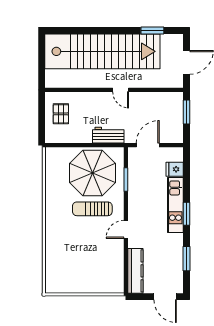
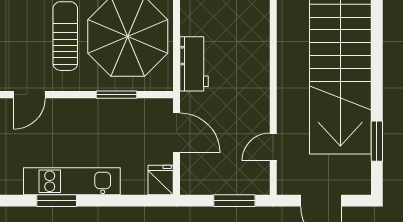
door: (121, 90) -> (273, 147), moved
fridge: (175, 169) -> (161, 180), moved
door: (126, 229) -> (29, 95), swing flipped

